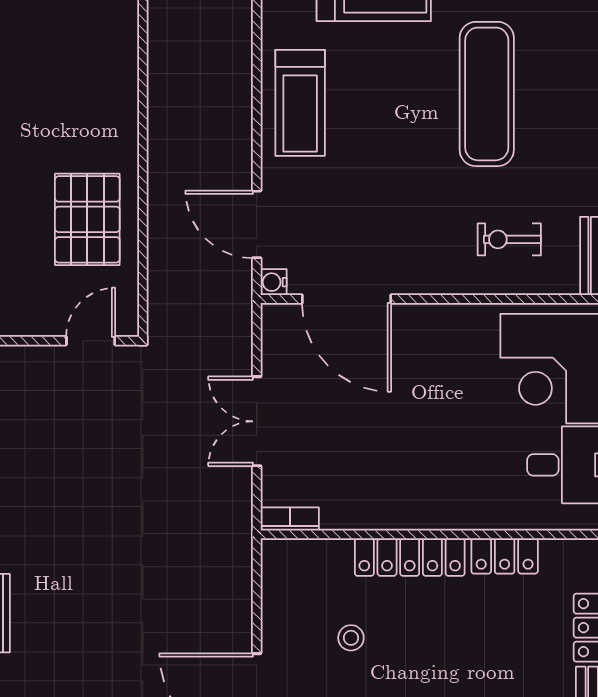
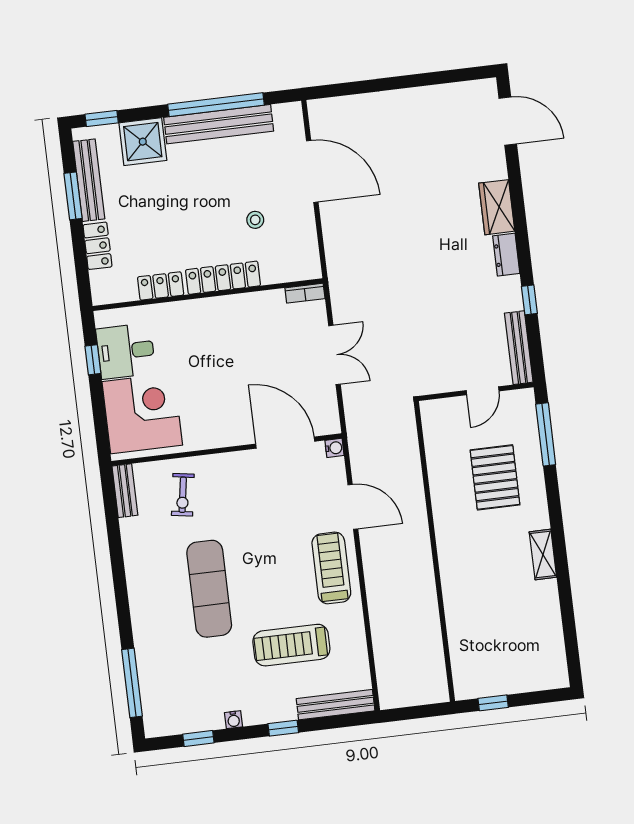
pallet: (87, 219) -> (495, 477), moved
door: (257, 224) -> (353, 507), moved
exercise bike: (509, 239) -> (183, 495), turned 99
door: (91, 341) -> (483, 391), moved

